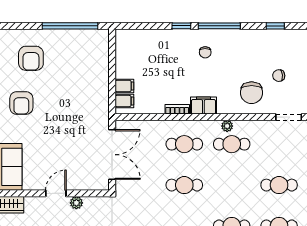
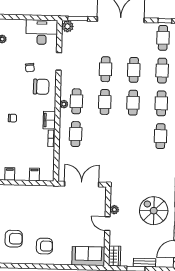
filing cabinet: (124, 101) -> (10, 174), moved
cafe table: (184, 185) -> (105, 102), moved

